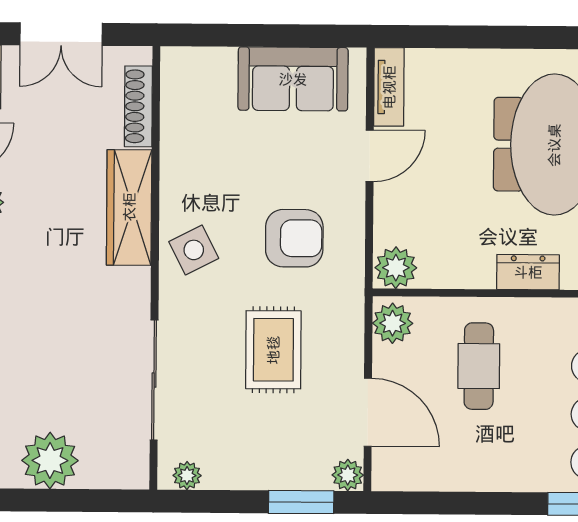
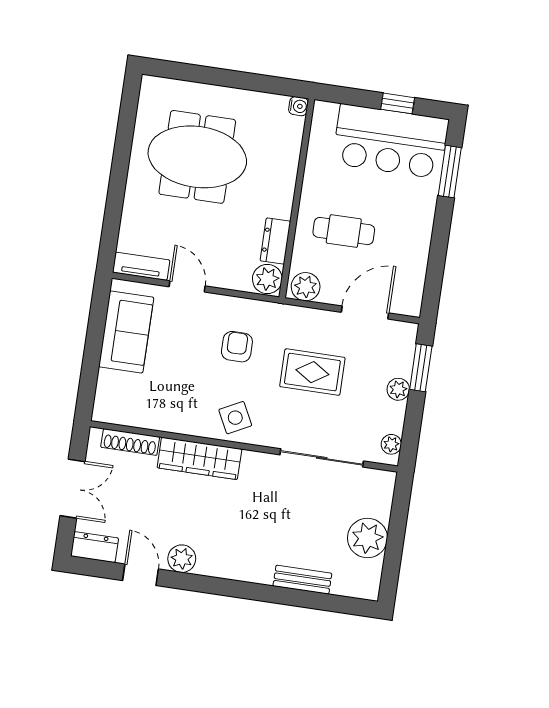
armchair: (294, 238) -> (237, 347), width x0.72, depth x0.72
dresser: (528, 272) -> (275, 241), moved
plant: (348, 475) -> (398, 389), moved

